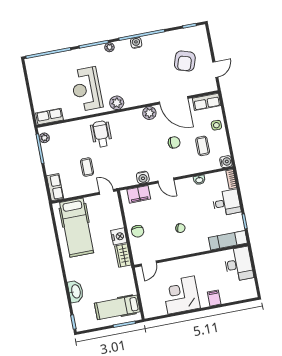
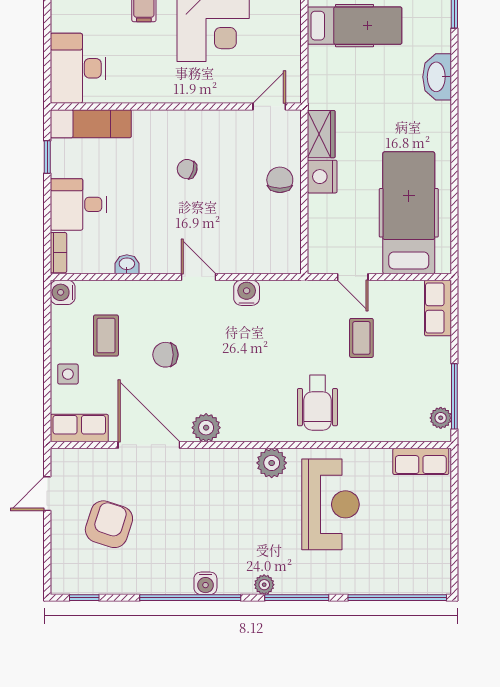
door: (107, 192) -> (353, 277), moved
filing cabinet: (139, 194) -> (262, 258), removed

